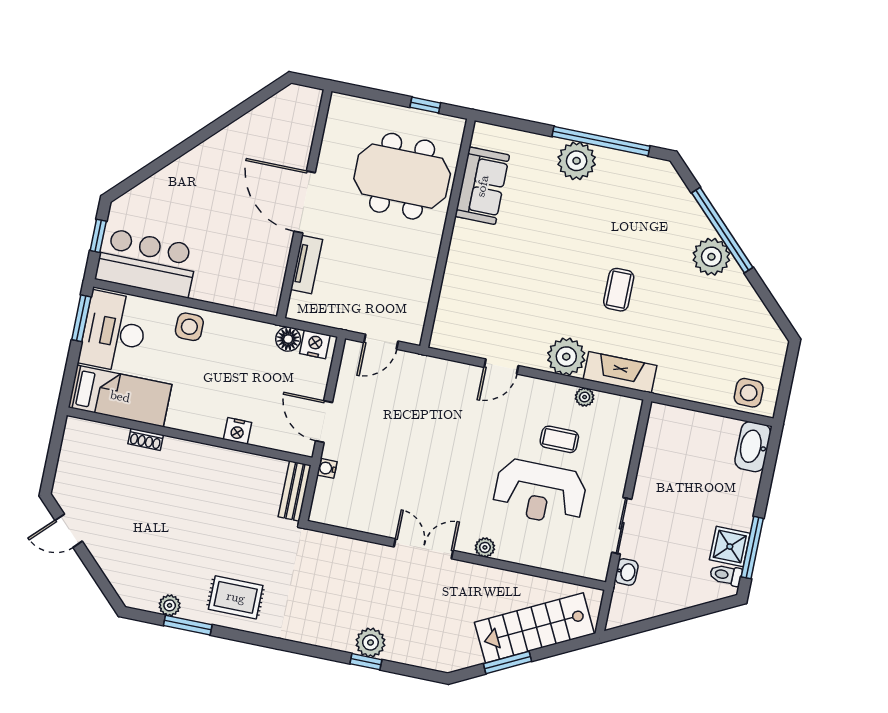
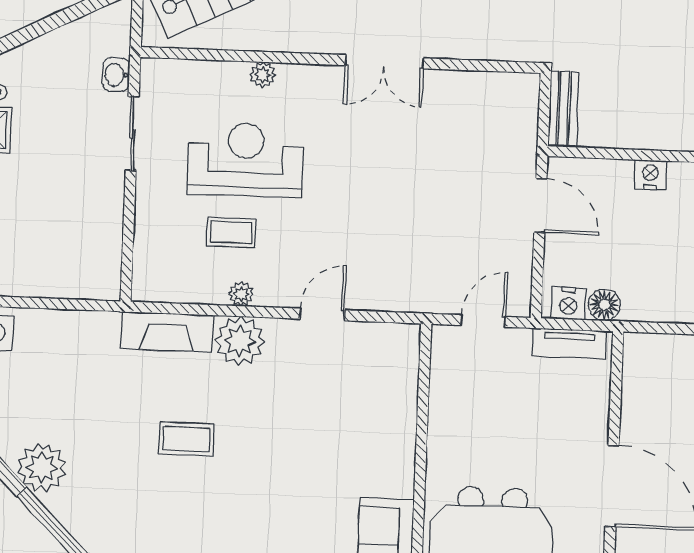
plant: (711, 257) -> (42, 468), moved
tv unit: (307, 265) -> (569, 343), moved, turned -90
coffee table: (619, 290) -> (186, 439), turned 90
plant: (585, 397) -> (241, 294), moved
water cooler: (327, 468) -> (526, 145), removed
plant: (485, 547) -> (263, 75), moved

